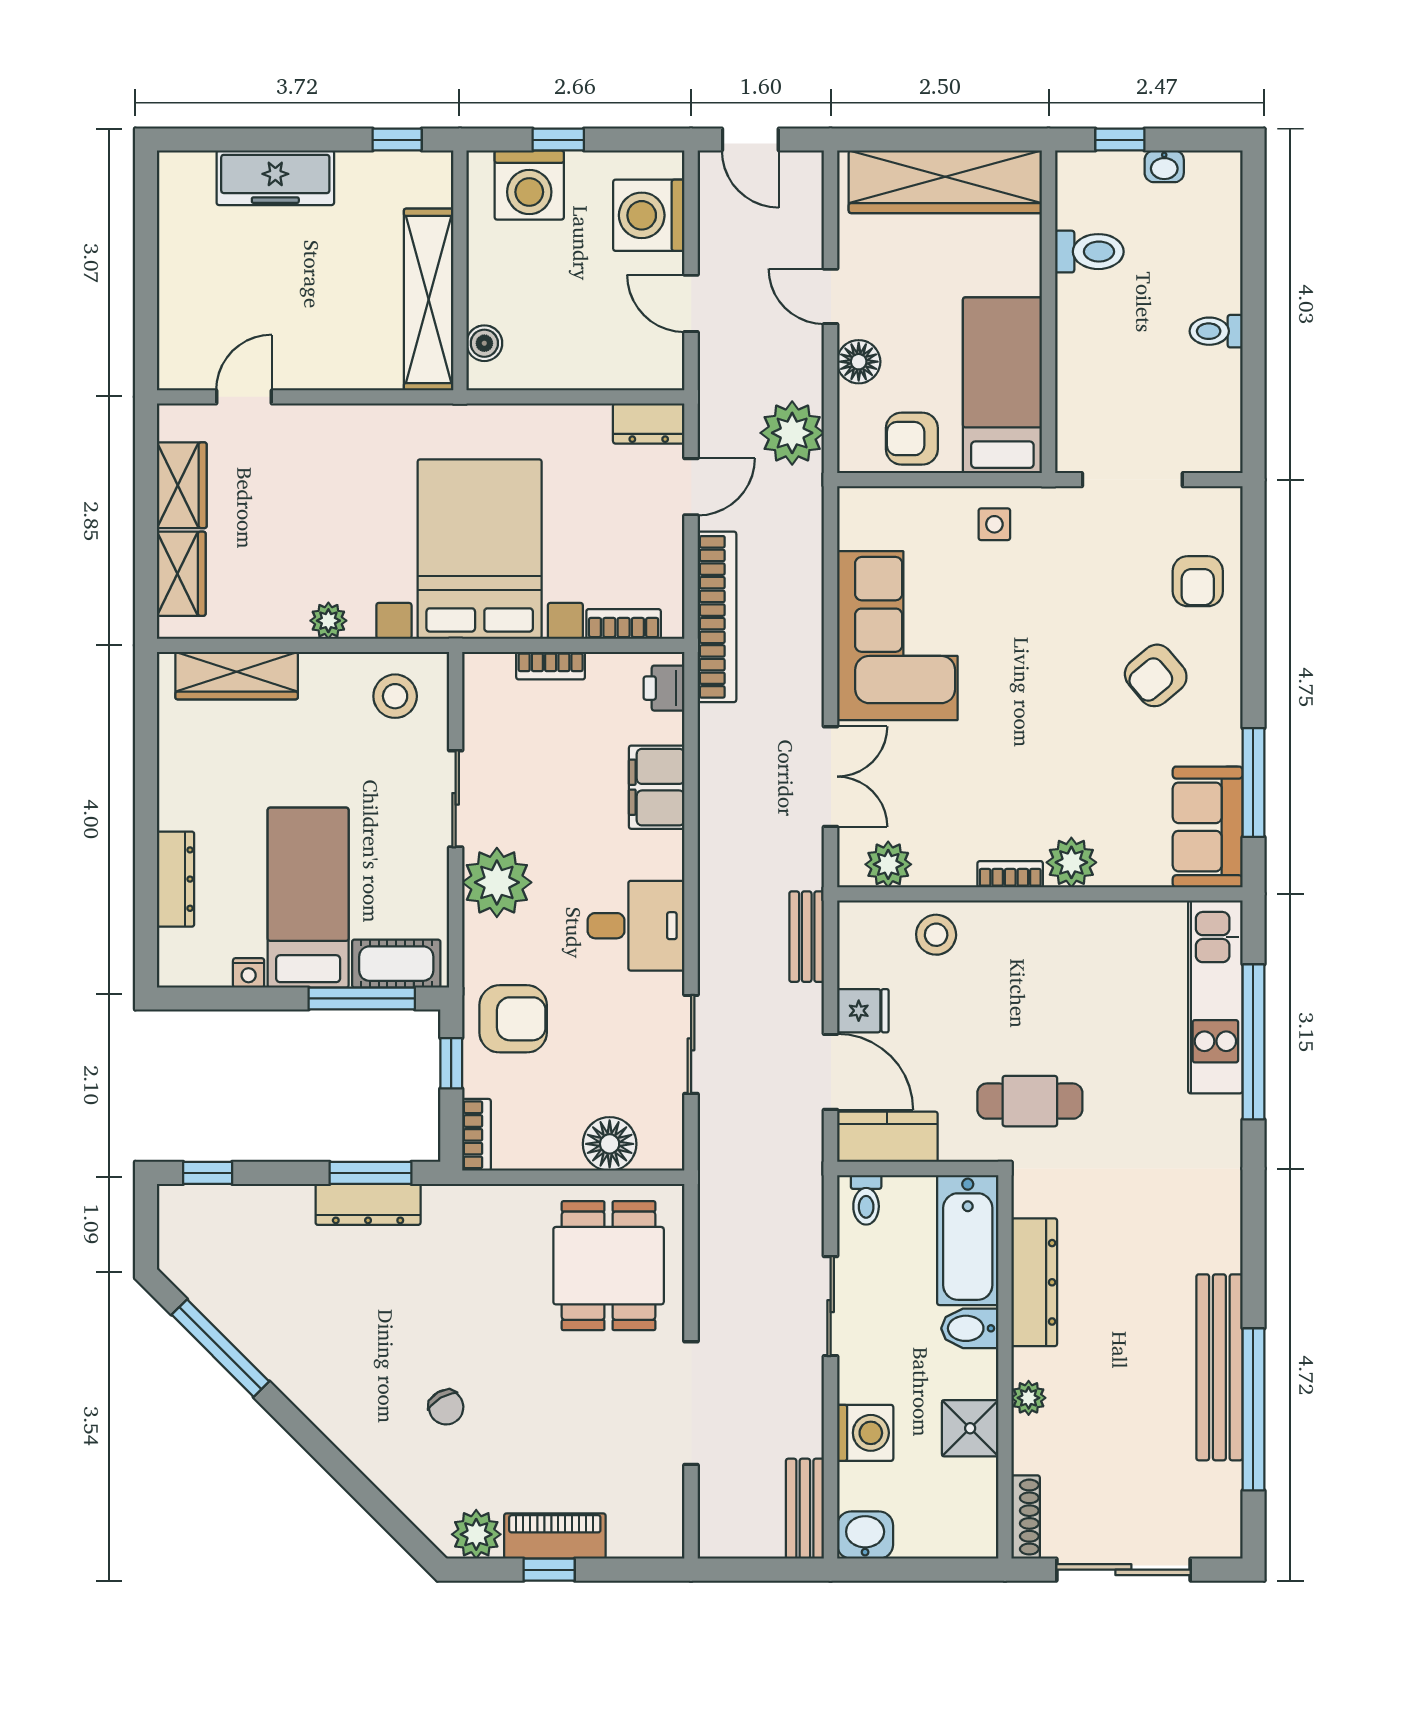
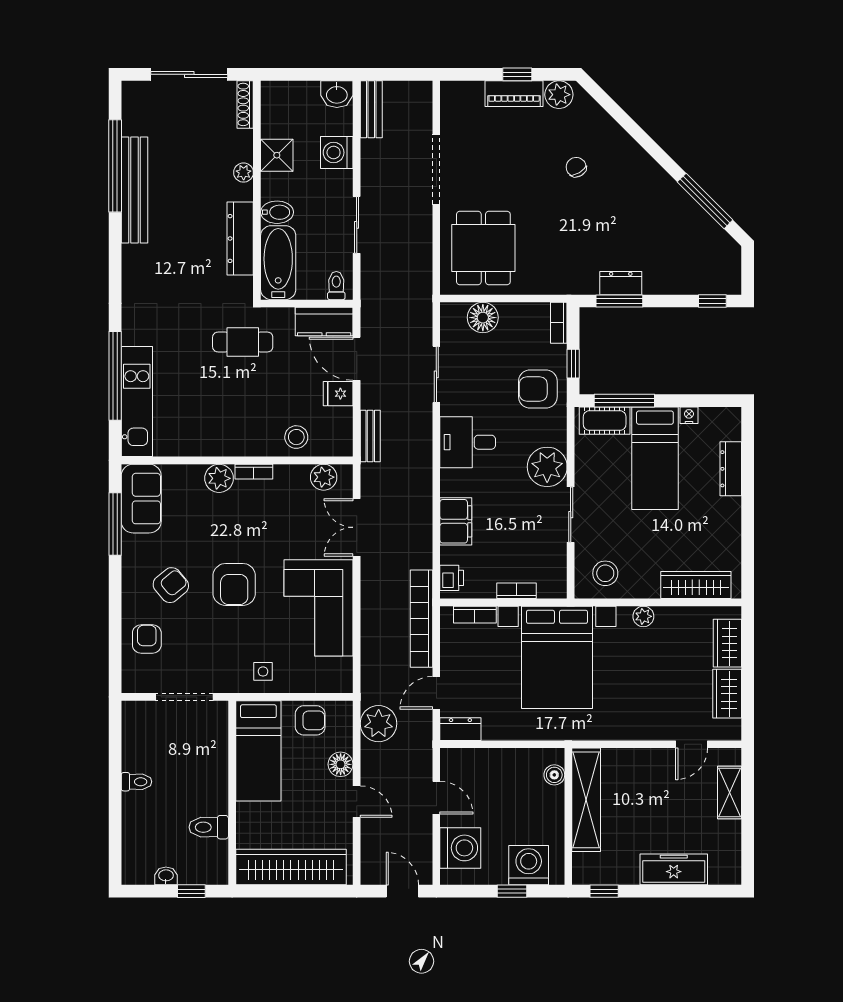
shelving: (178, 312) -> (729, 793), added
armchair: (1045, 677) -> (234, 584), added
dresser: (368, 1204) -> (621, 283), width x0.70

